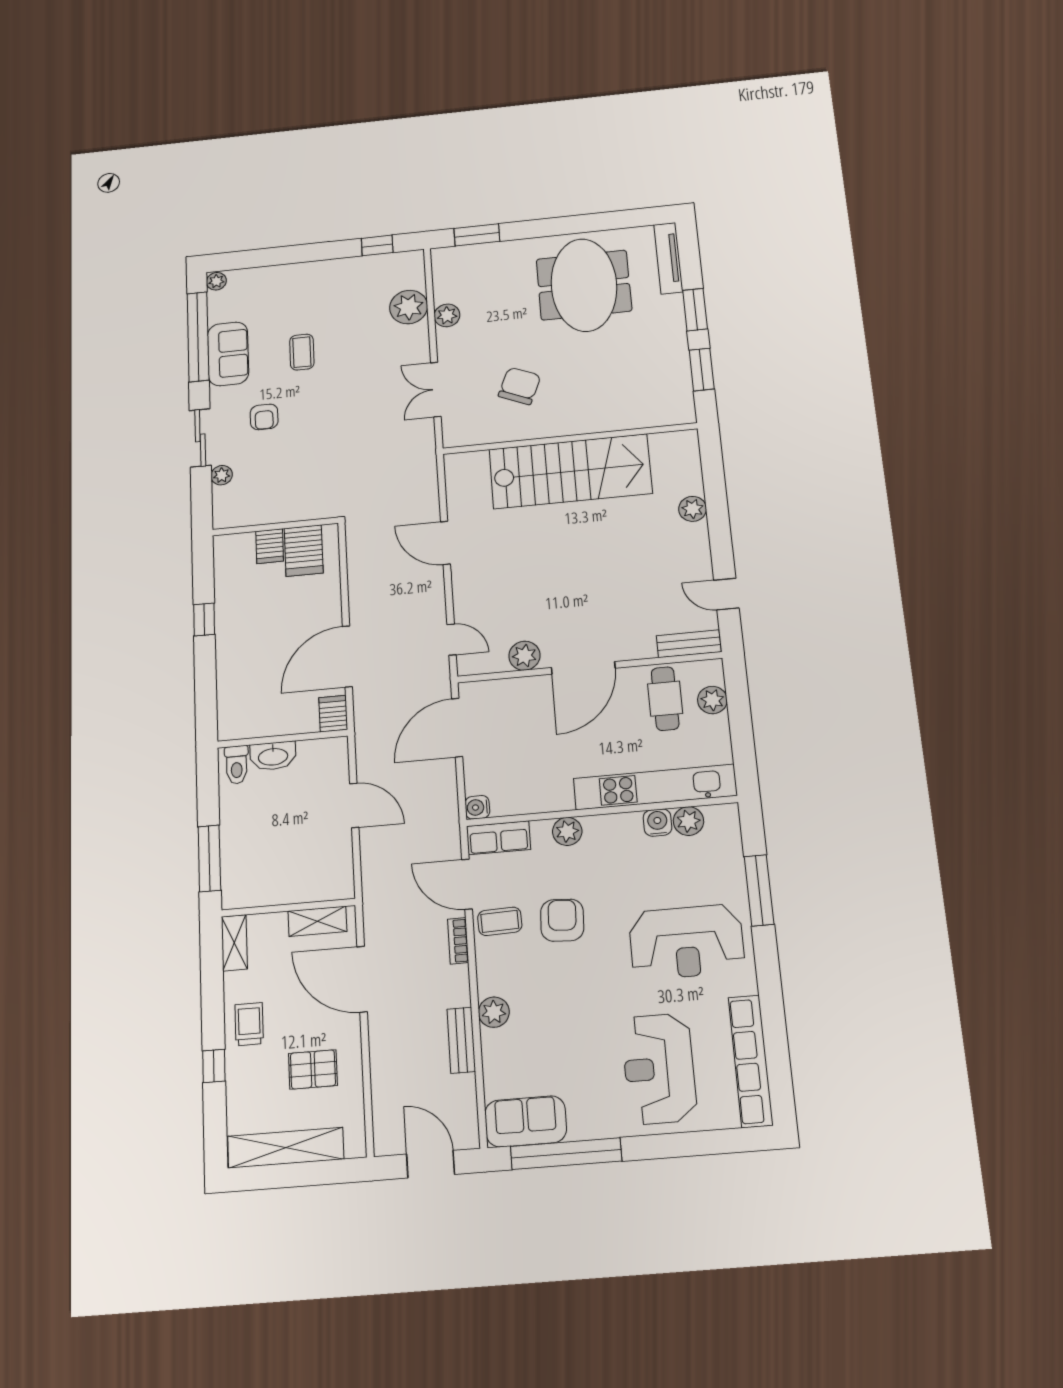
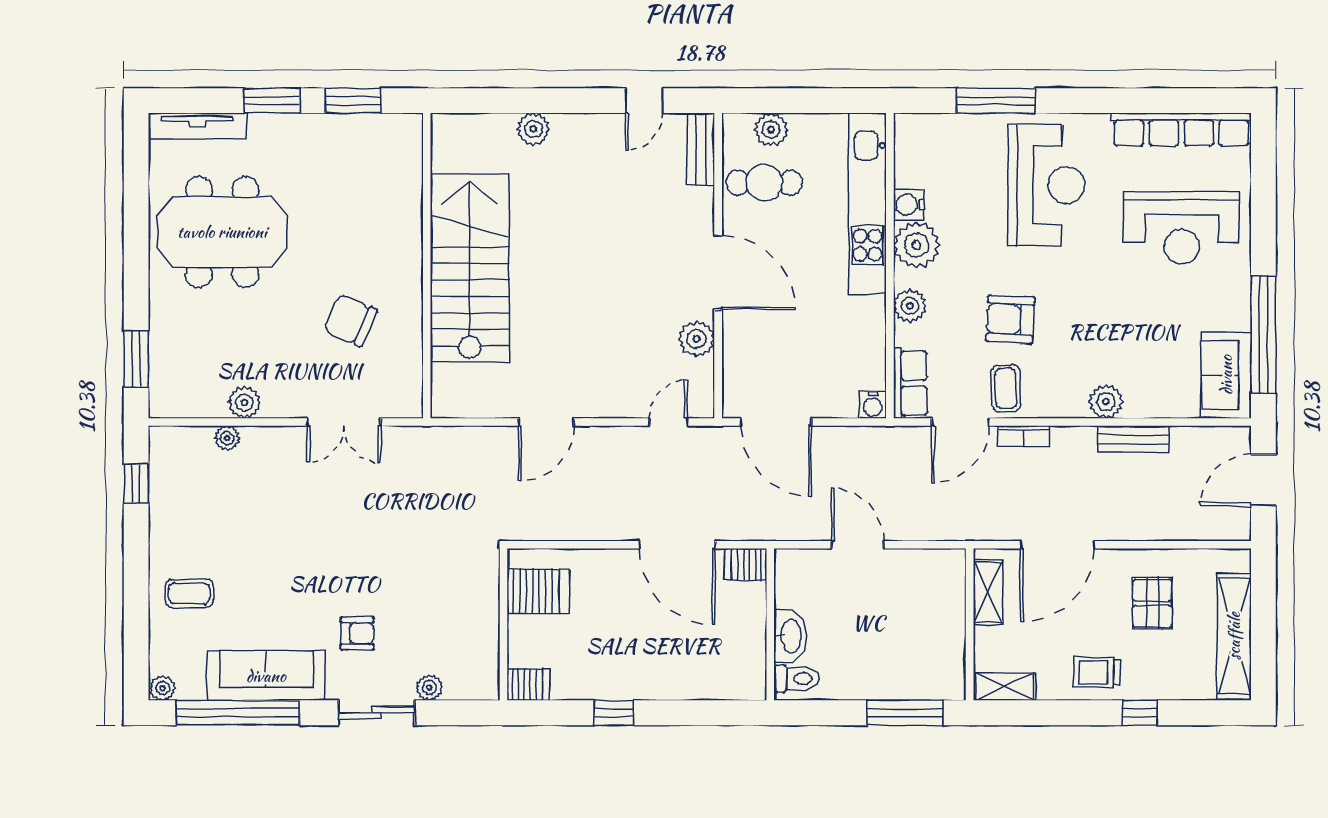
plant: (409, 307) -> (227, 438), width x0.53, depth x0.53
coffee table: (302, 352) -> (189, 593), moved
sofa: (228, 354) -> (266, 676), width x1.36
server rack: (270, 546) -> (528, 685), moved
door: (354, 805) -> (858, 545), hinge flipped
plant: (688, 821) -> (916, 245), moved, width x1.36, depth x1.36

